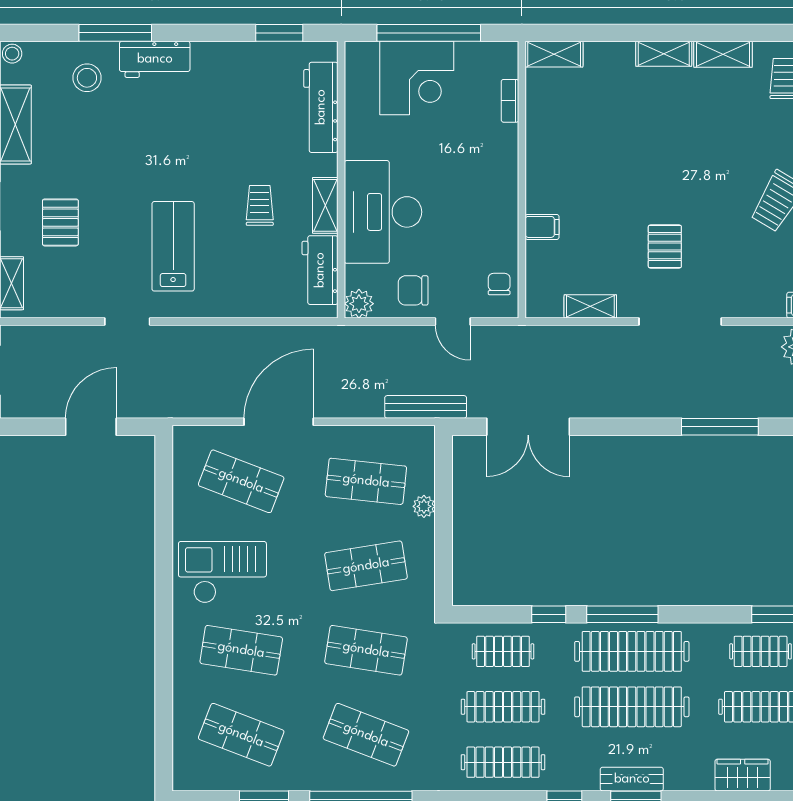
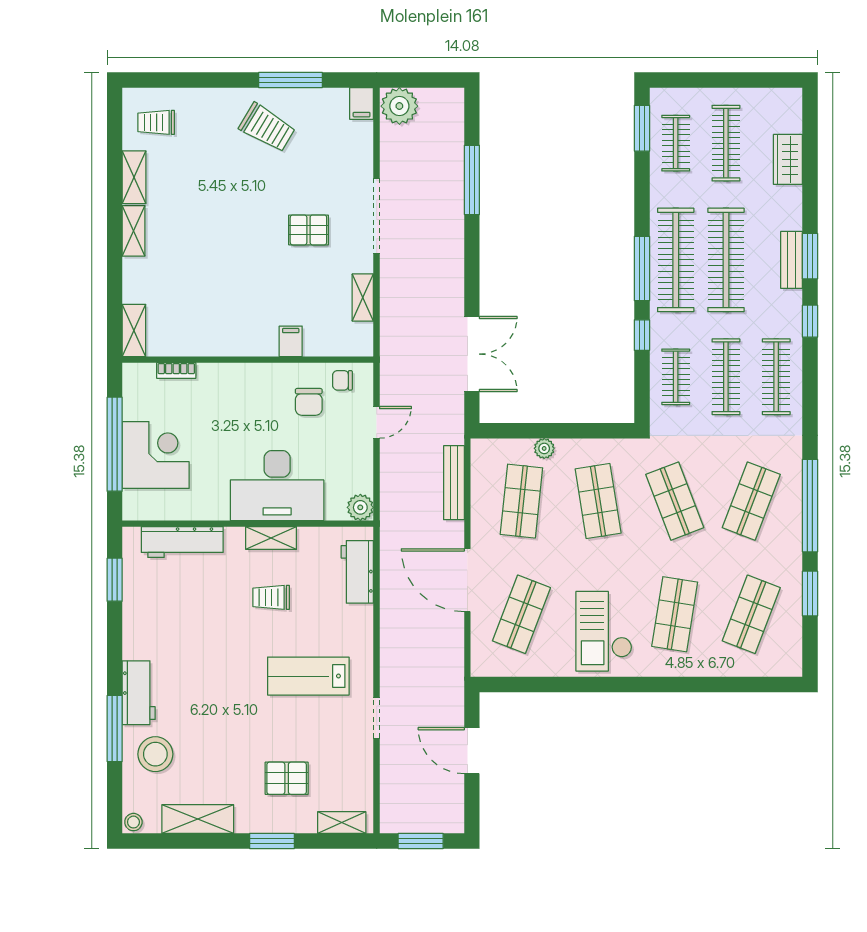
stool: (87, 78) -> (155, 754), width x1.38, depth x1.38
workbench: (320, 270) -> (357, 572), moved, turned 90
chair: (413, 290) -> (309, 402), moved
bench: (426, 407) -> (454, 483), moved
shop shelf: (366, 650) -> (675, 501), turned -30

